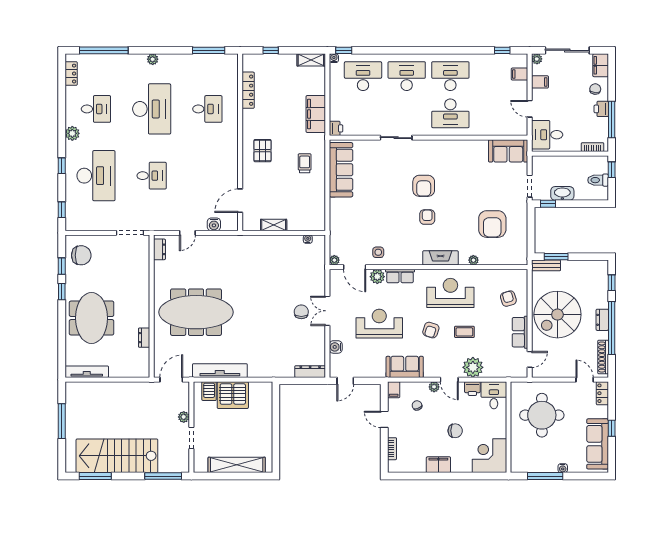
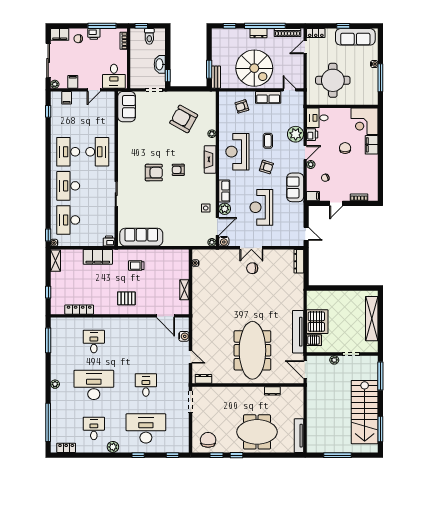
armchair: (492, 224) -> (184, 119), turned -151
water cooler: (336, 347) -> (224, 241), moved
filing cabinet: (438, 465) -> (372, 145), moved

